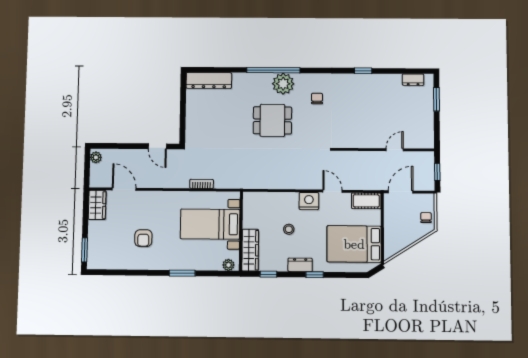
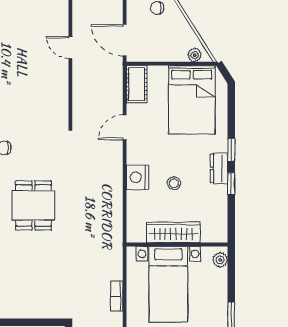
nightstand: (309, 201) -> (138, 177), moved
plant: (389, 247) -> (195, 55), added
wardrobe: (250, 250) -> (173, 232), moved
window: (268, 274) -> (231, 184), moved

